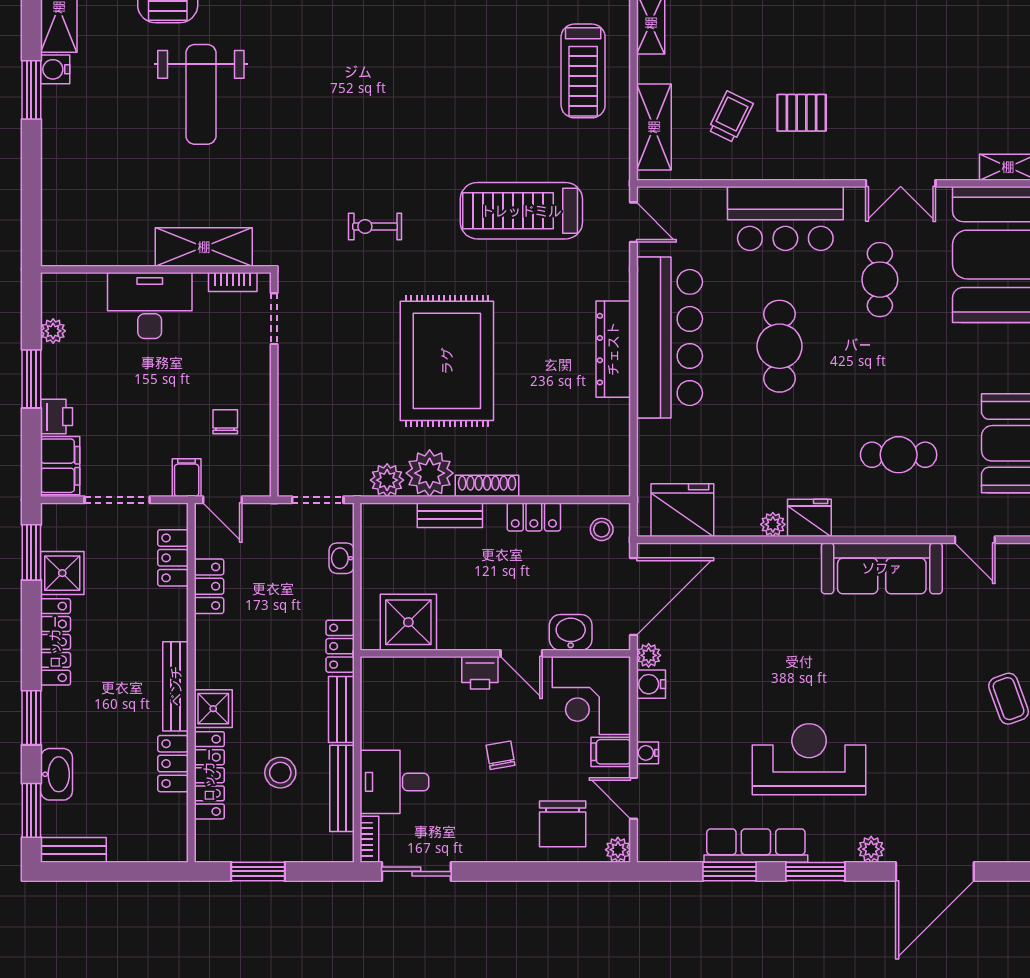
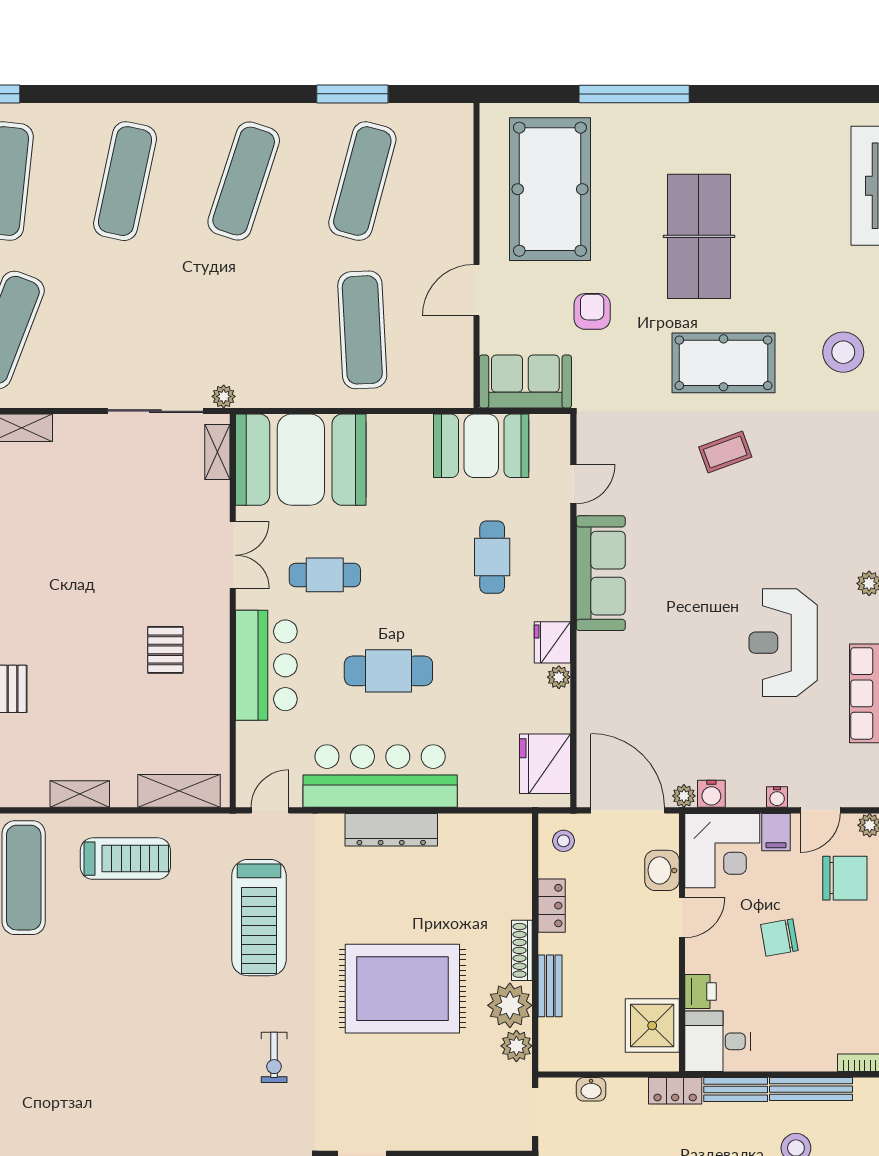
trolley: (731, 117) -> (169, 718), removed
printer: (480, 673) -> (701, 991), moved
chair: (500, 755) -> (779, 938), width x1.37, depth x1.37
desk: (394, 782) -> (718, 1041), moved, turned 90

